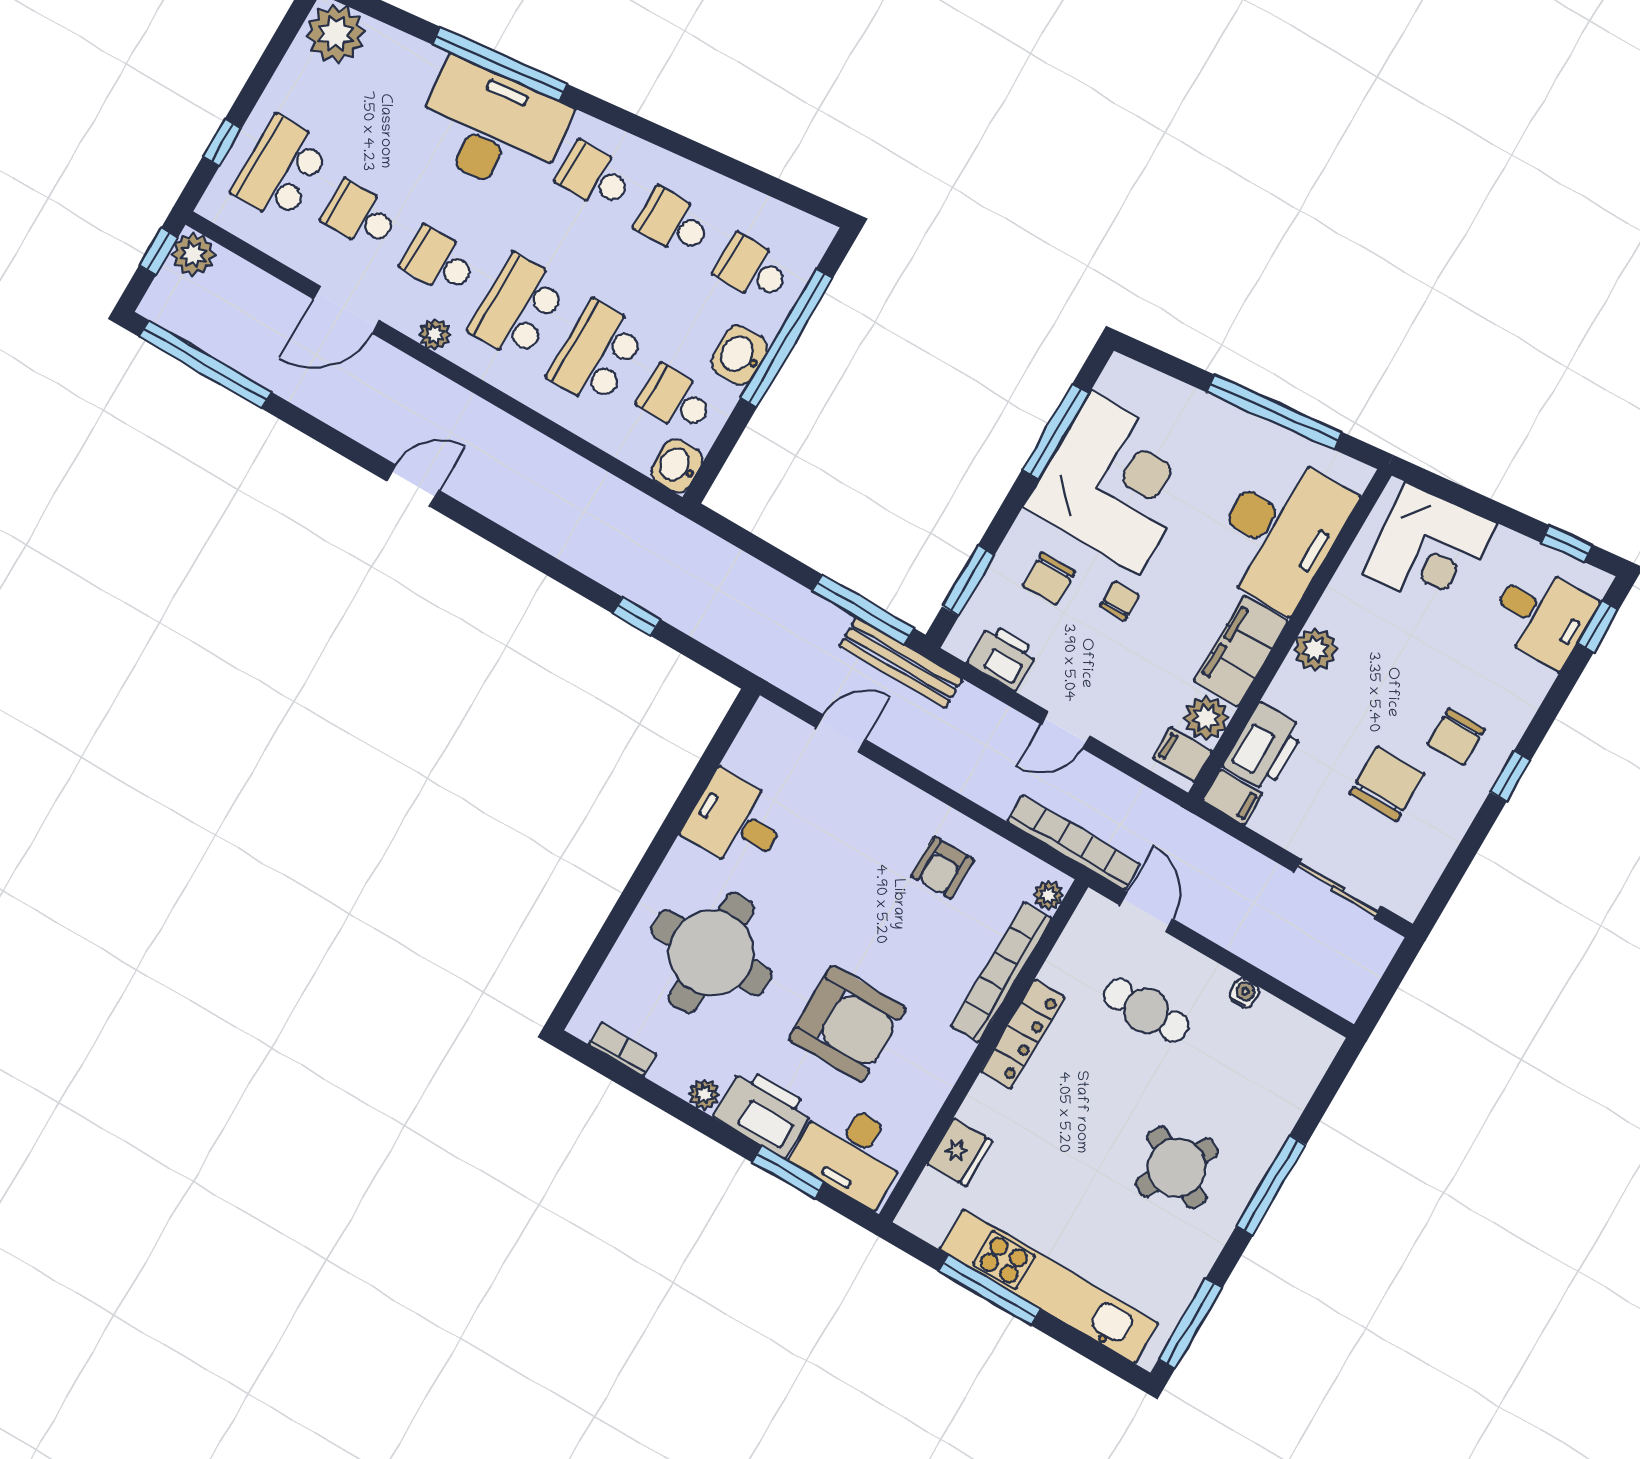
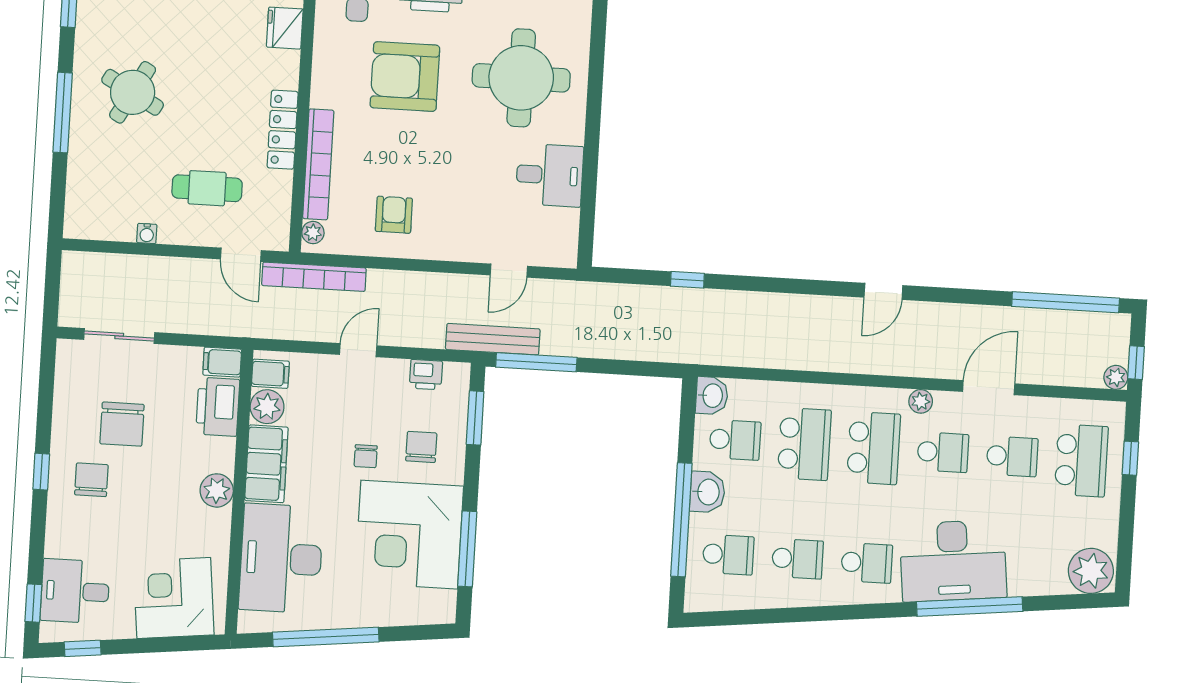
plant: (193, 254) -> (1116, 377), width x0.73, depth x0.73
printer: (1003, 657) -> (426, 375), width x0.73, depth x0.81

